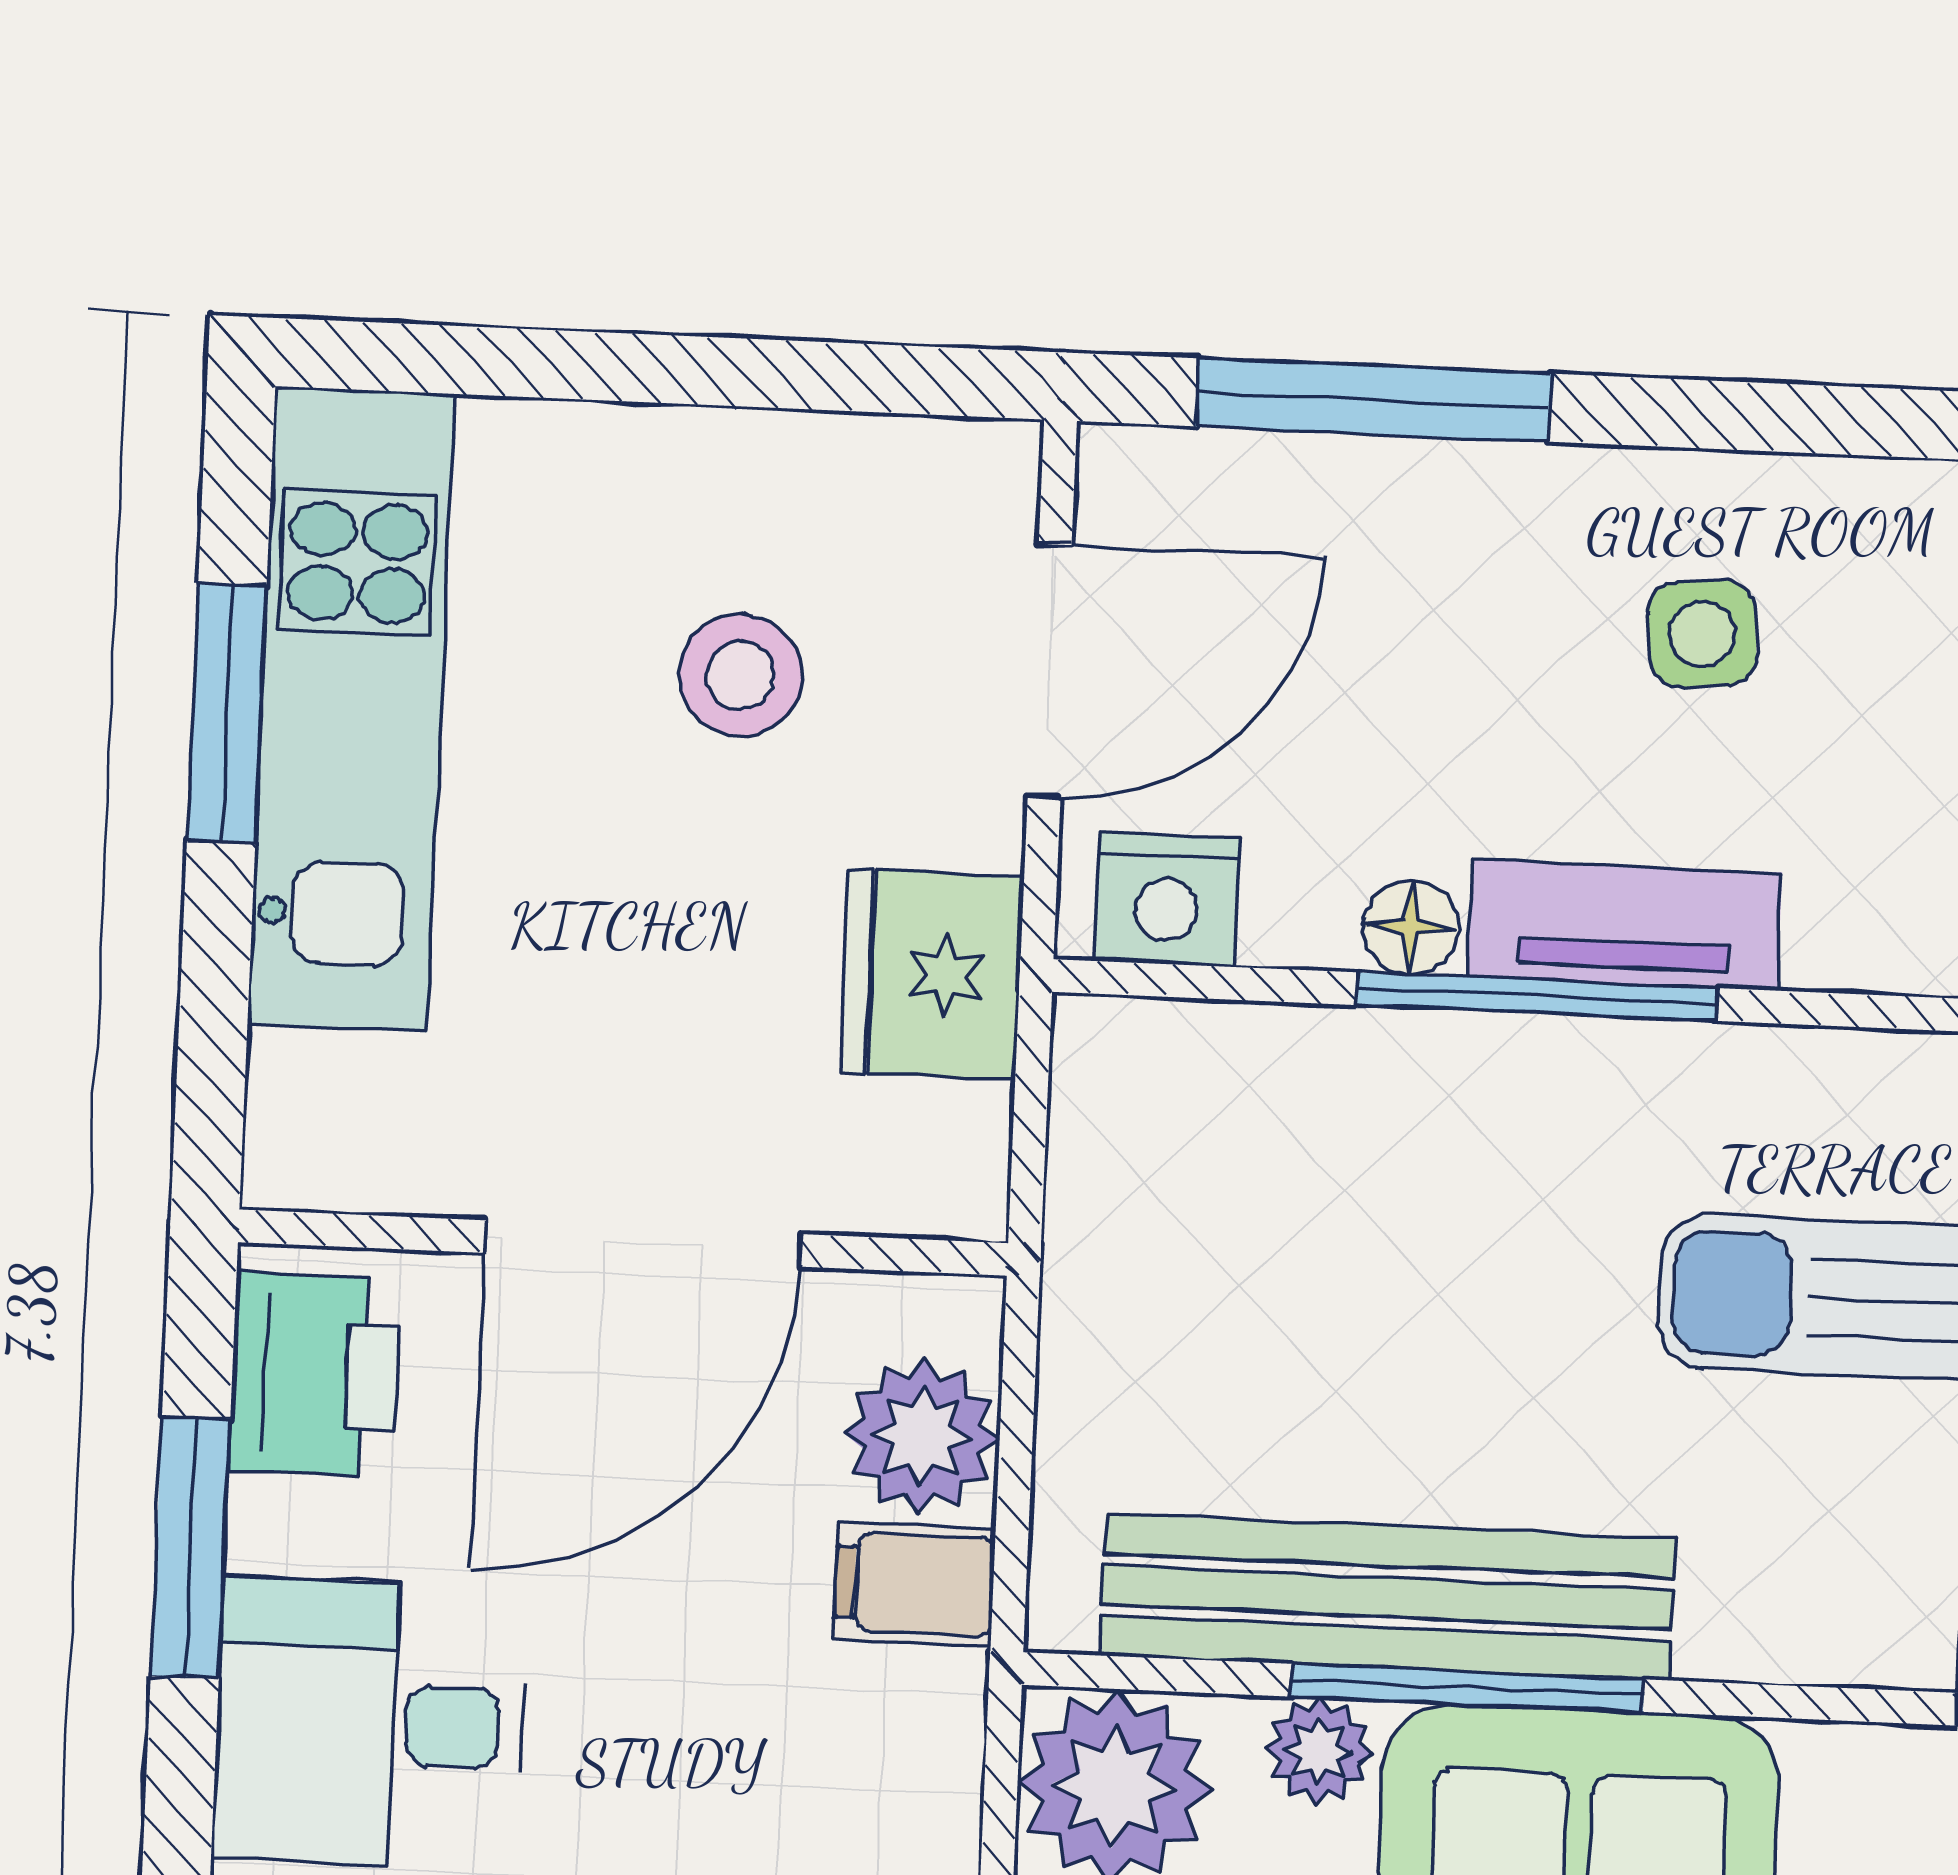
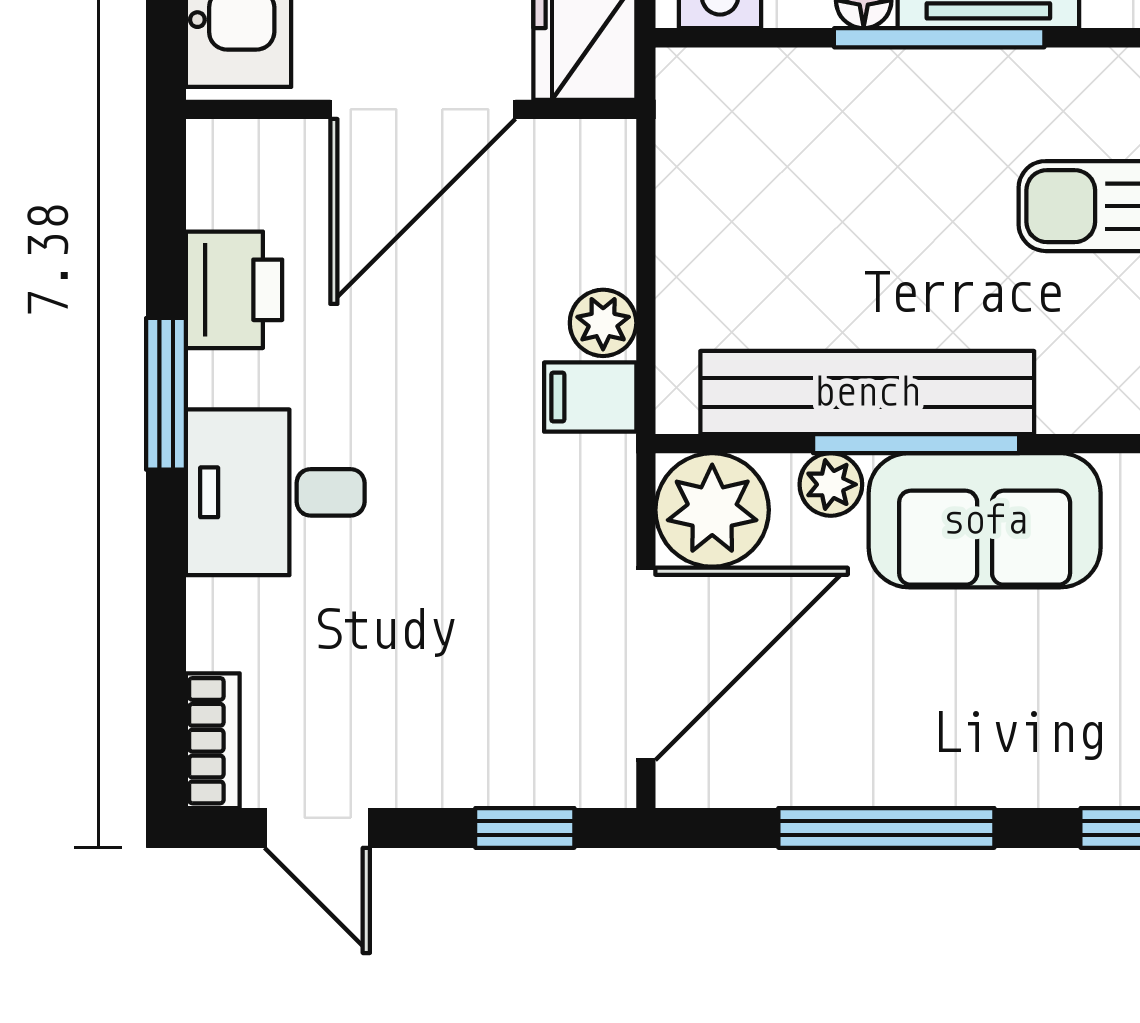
wall: (623, 1243) -> (411, 109), moved
door: (643, 1243) -> (423, 109), moved
plant: (922, 1436) -> (603, 323), width x0.73, depth x0.73

